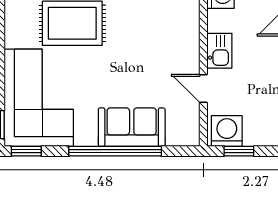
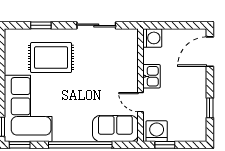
sofa: (132, 127) -> (115, 129), moved

